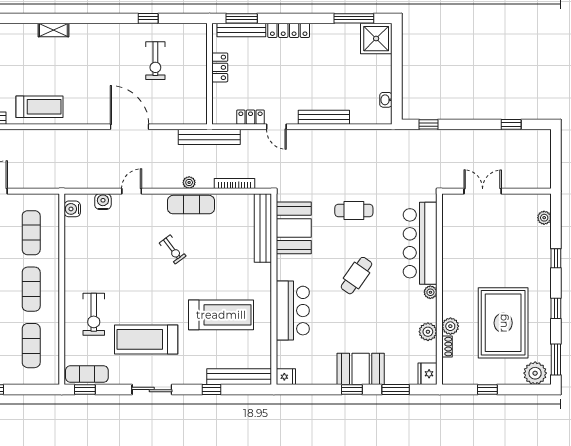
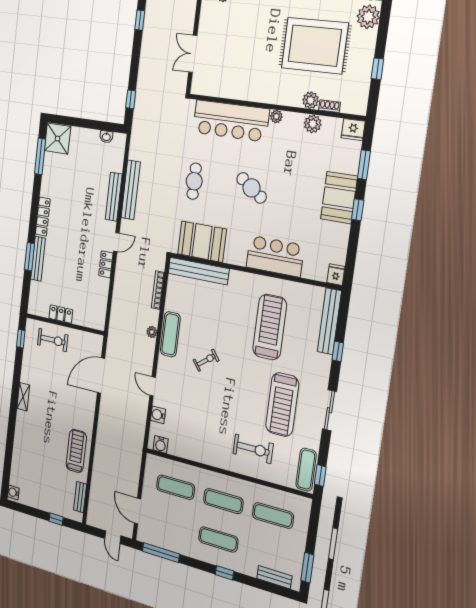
shelving: (53, 30) -> (23, 397), moved
locker: (220, 67) -> (61, 314), moved
wall: (210, 74) -> (65, 324), moved
bench: (209, 137) -> (131, 190), moved

